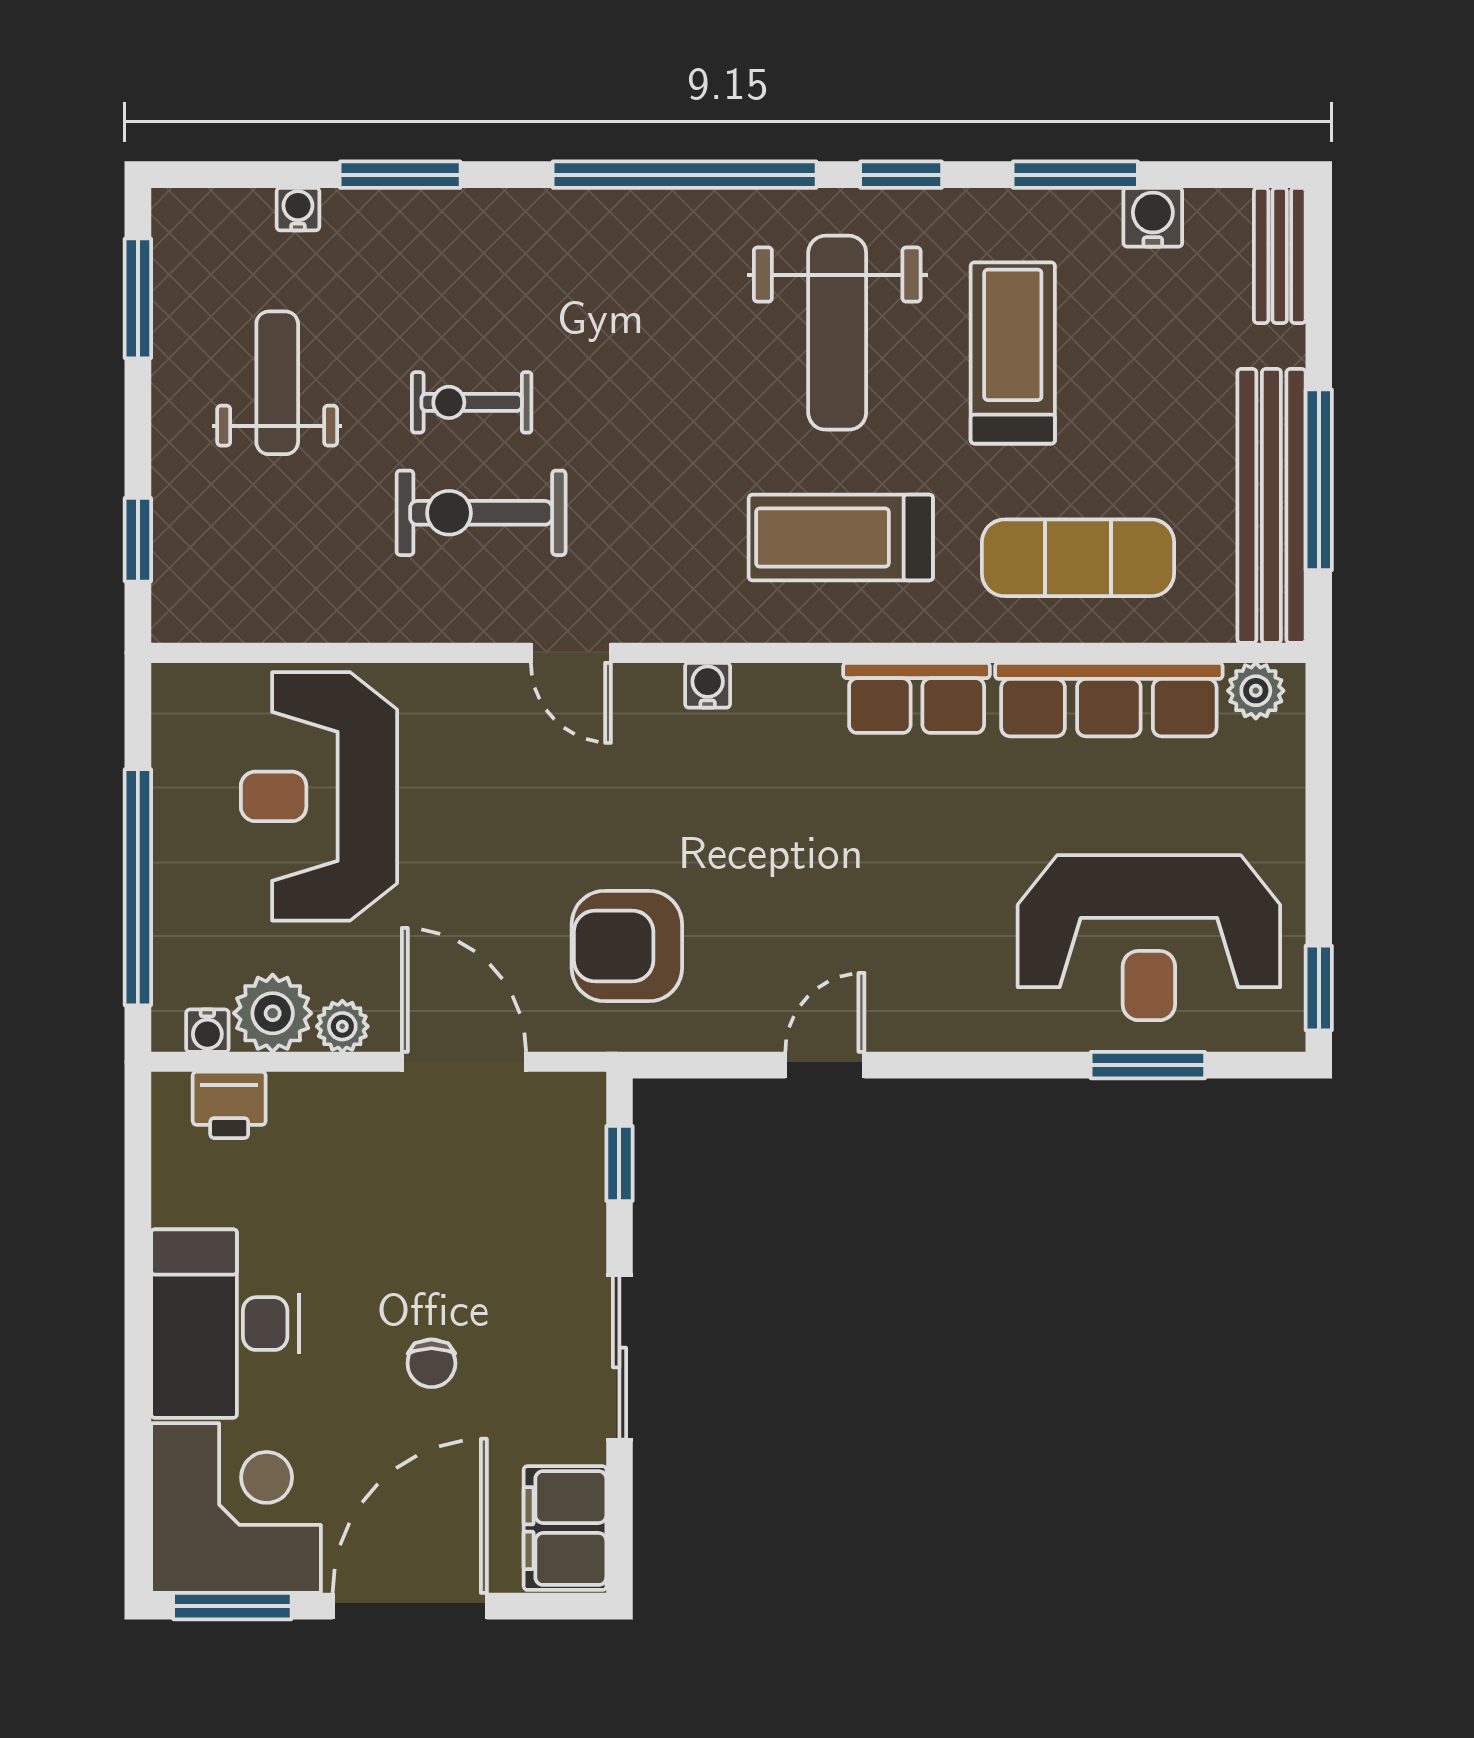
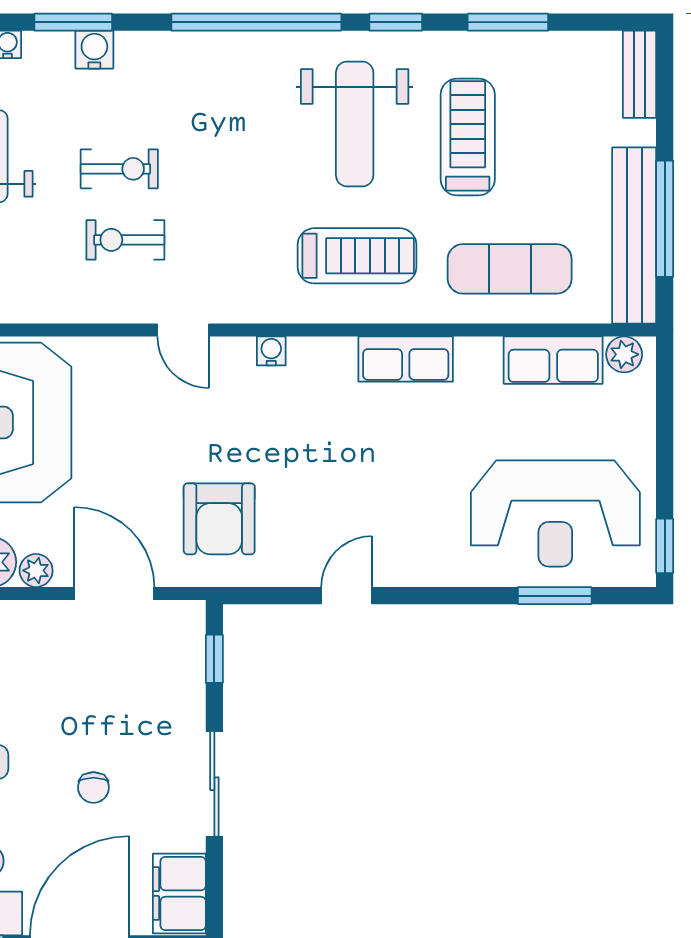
water cooler: (1153, 217) -> (94, 50), moved
exercise bike: (472, 402) -> (119, 169), turned 180
exercise bike: (481, 513) -> (125, 240), width x0.73, depth x0.72
treadmill: (841, 538) -> (357, 256), turned 180
row of seats: (1109, 700) -> (553, 360), width x0.68
armchair: (627, 946) -> (219, 519), turned -90

